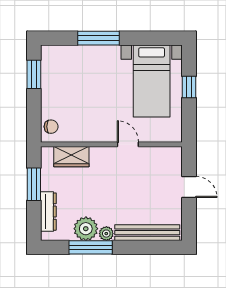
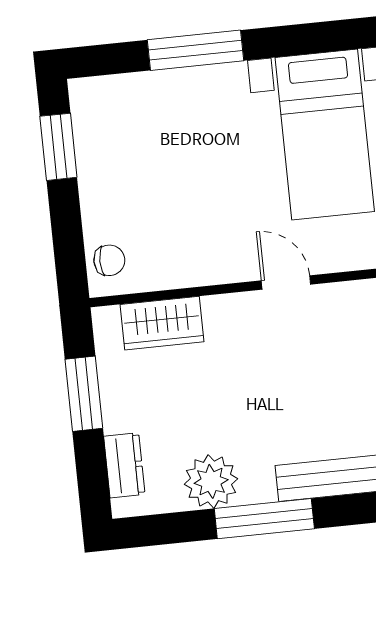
dresser: (48, 212) -> (124, 465), width x0.70
plant: (106, 234) -> (258, 488), removed
window: (91, 247) -> (264, 519), moved

